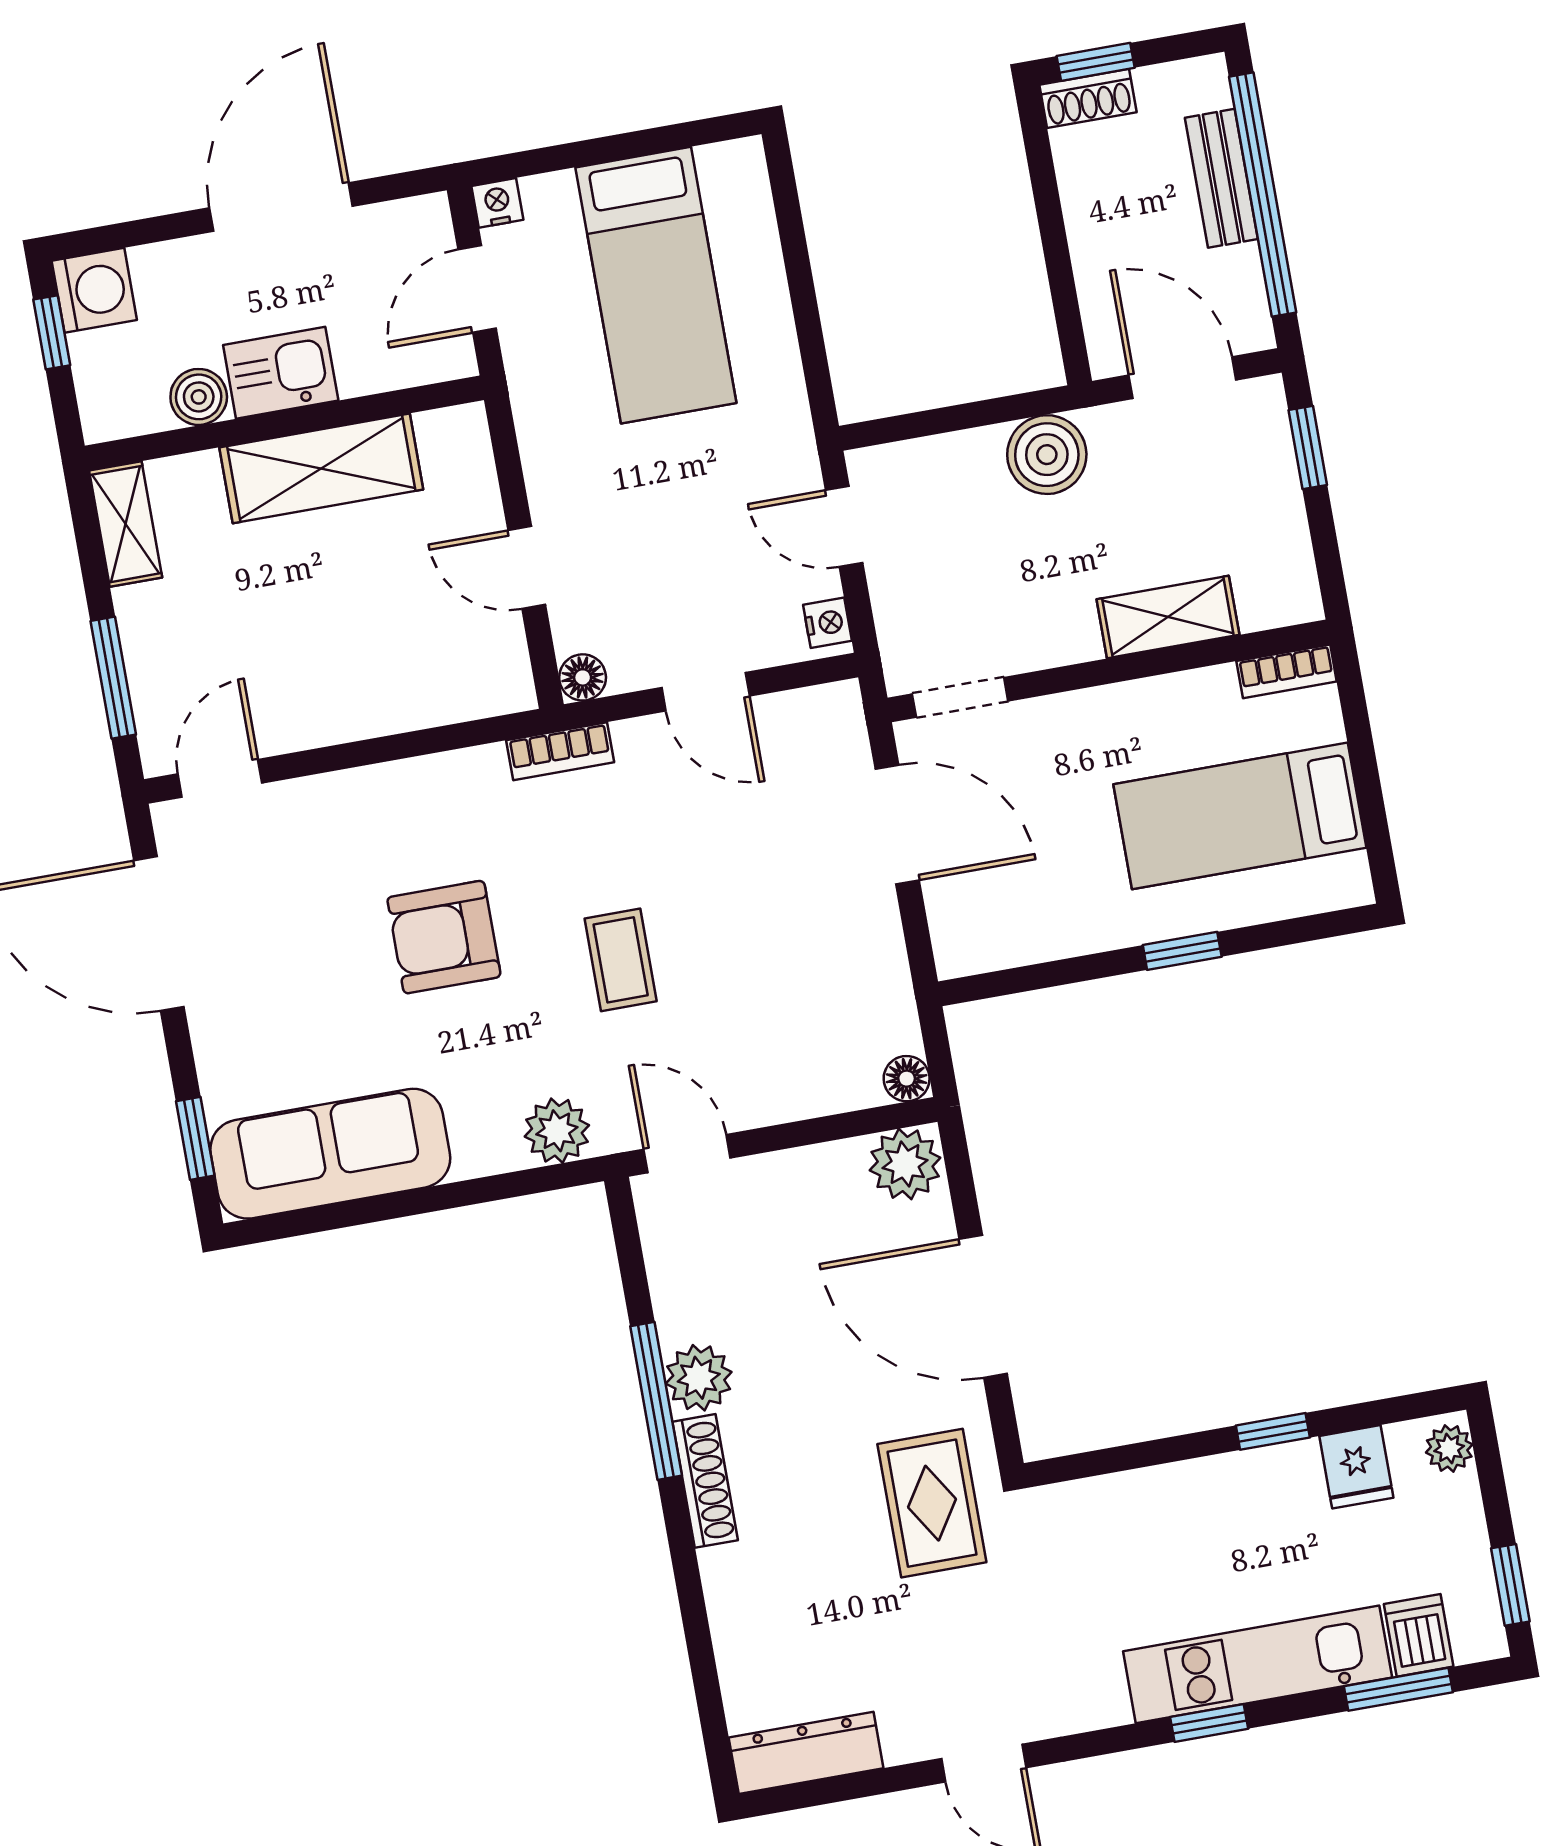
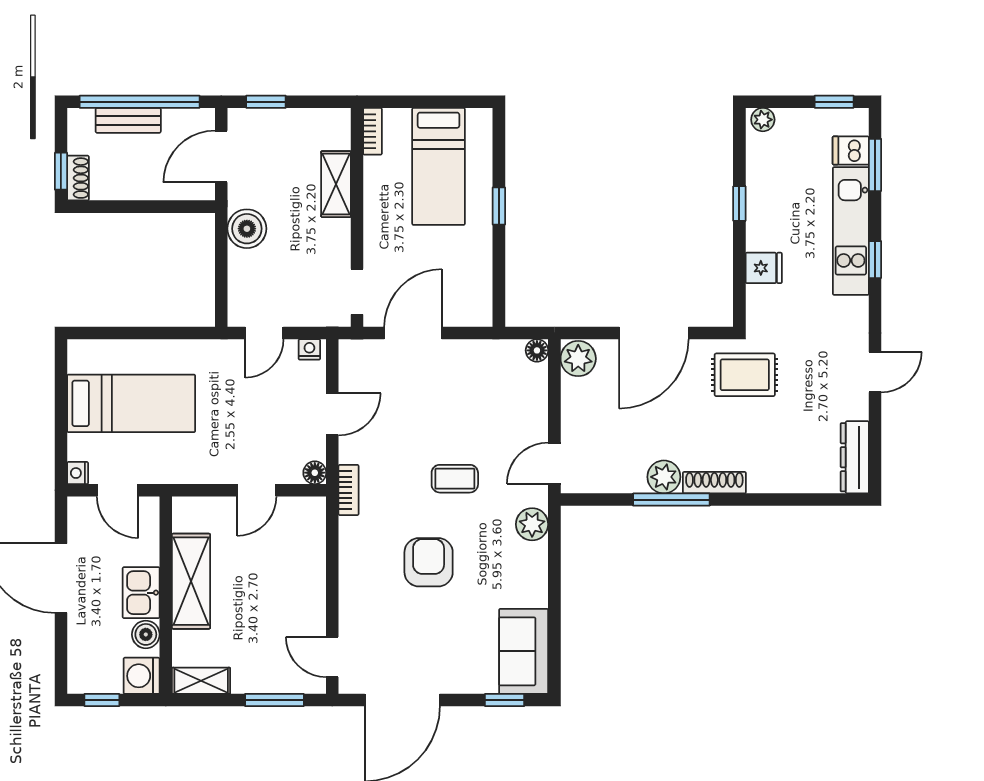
washing machine: (94, 290) -> (142, 676), moved, turned -90
armchair: (444, 937) -> (429, 562), turned 180
sofa: (330, 1154) -> (524, 651), width x0.73
fridge: (1356, 1467) -> (764, 268), moved

